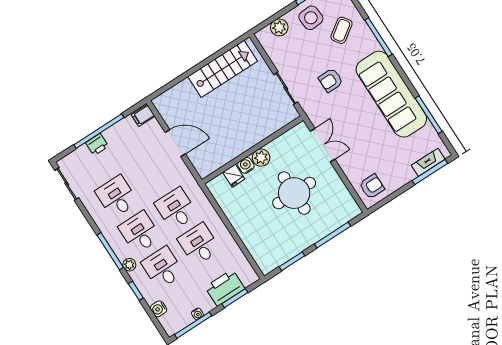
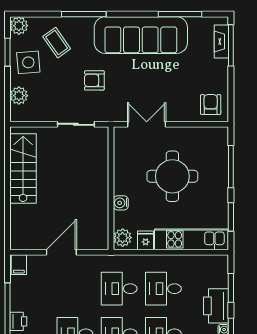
armchair: (331, 80) -> (94, 80), turned 90
plant: (261, 158) -> (123, 238), moved
fridge: (234, 176) -> (146, 240), moved, turned -90
kitchen unit: (253, 241) -> (192, 239), added
printer: (225, 288) -> (216, 306), moved

